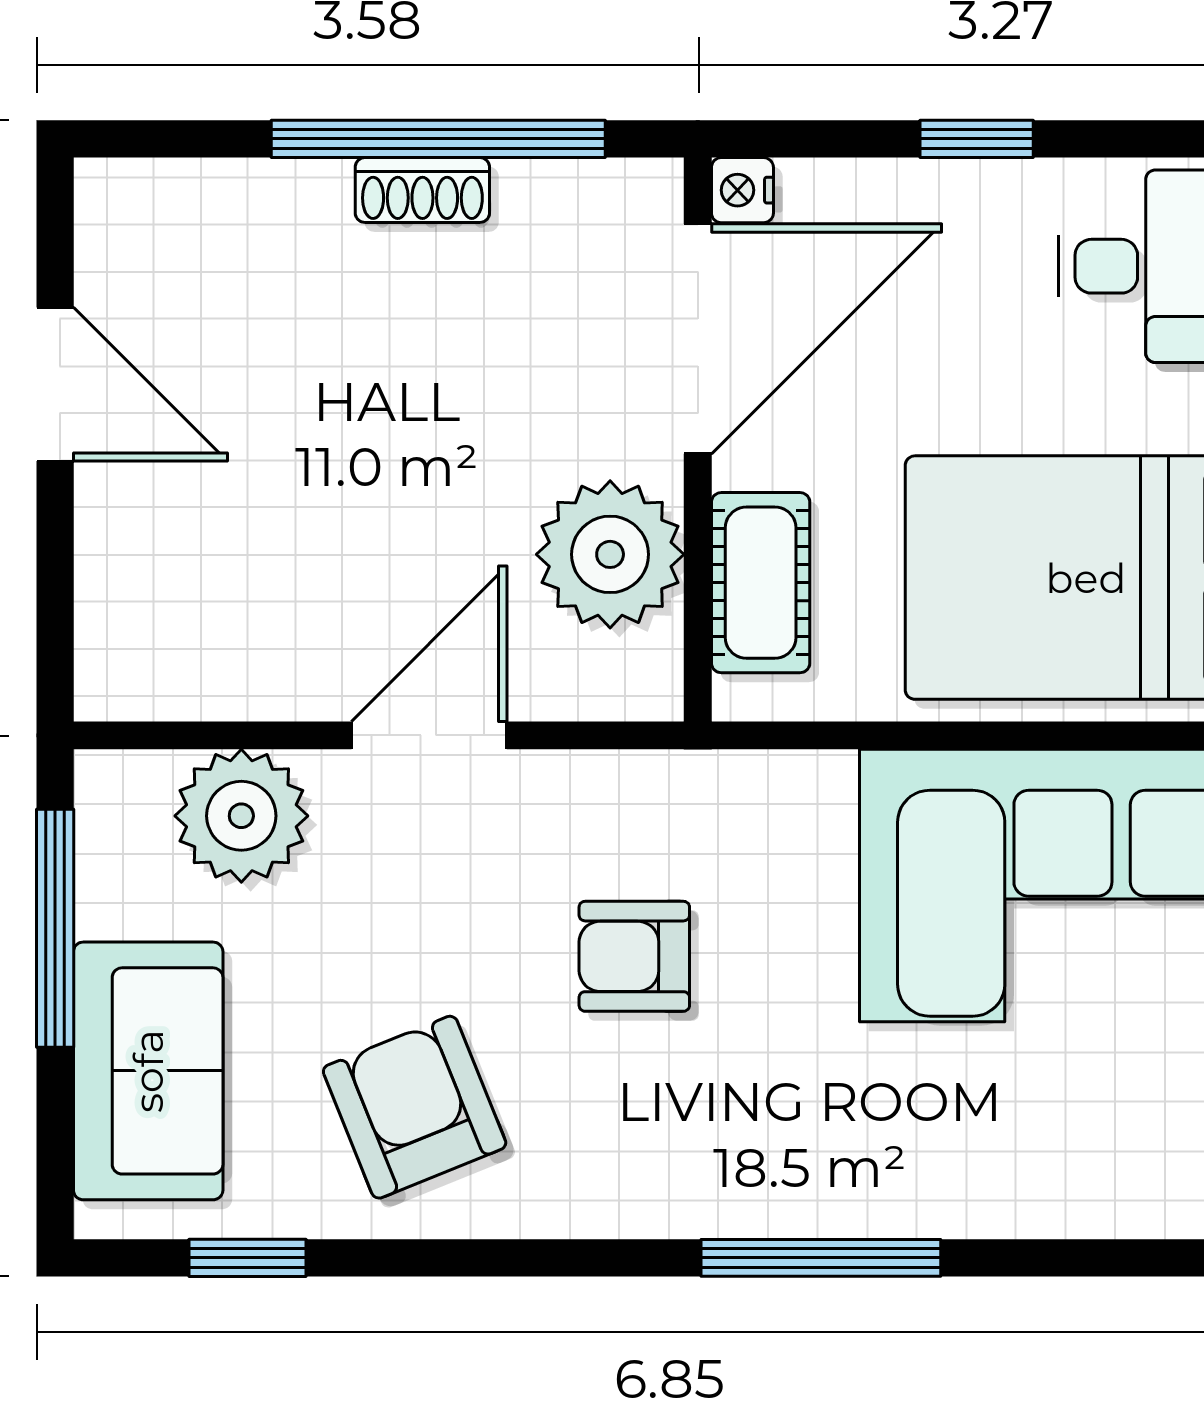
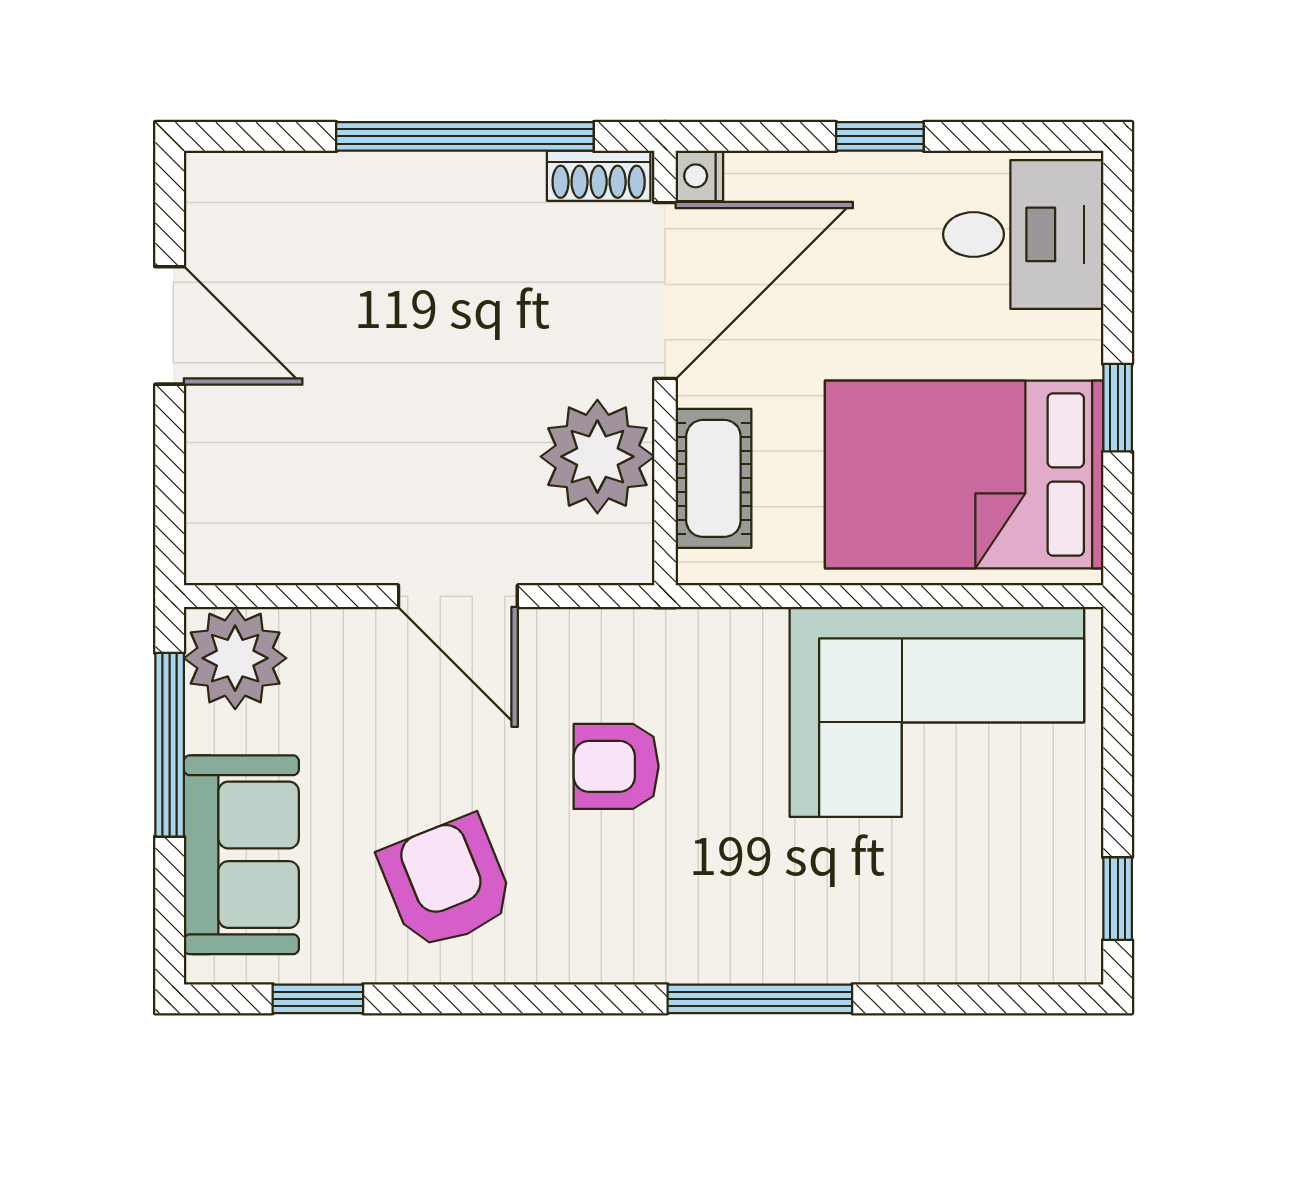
shoe rack: (422, 190) -> (599, 176), moved
door: (429, 735) -> (458, 596), swing flipped
plant: (241, 816) -> (235, 658), moved

